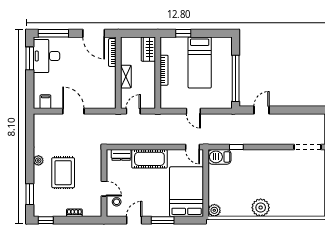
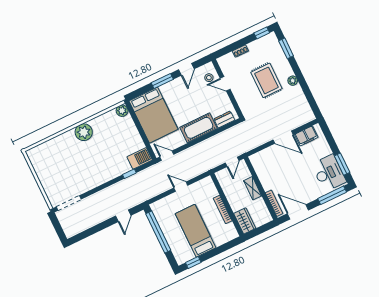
window: (183, 33) -> (193, 262), moved
filing cabinet: (45, 102) -> (306, 136), width x2.00

